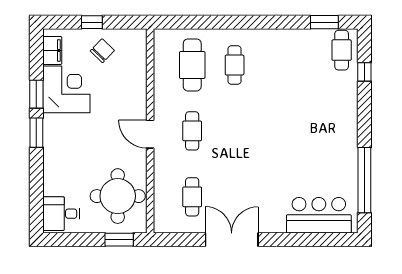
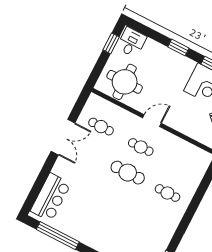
cafe table: (192, 65) -> (128, 173), moved
window: (36, 133) -> (178, 47), moved
window: (119, 240) -> (111, 43), moved

